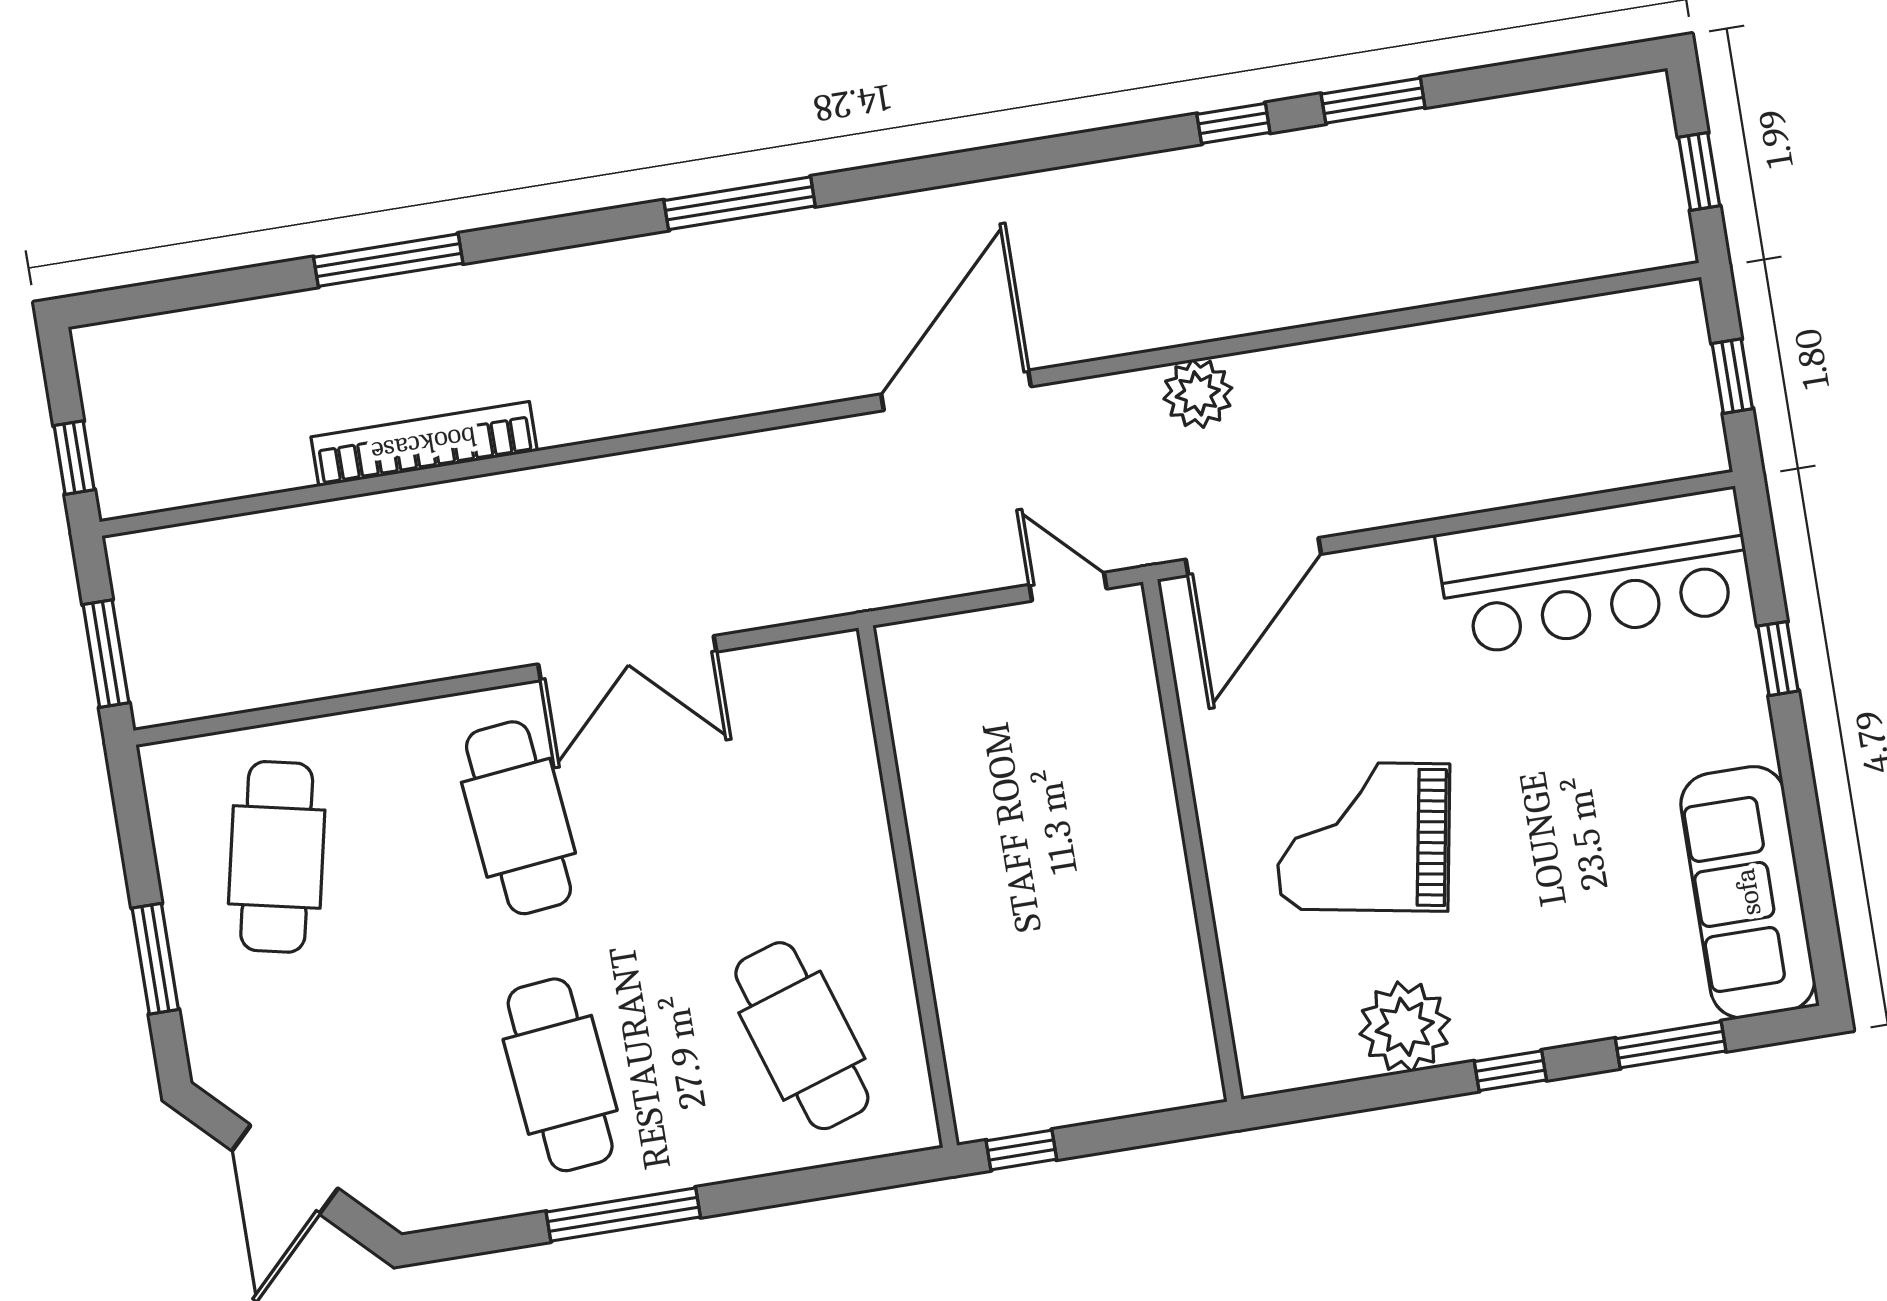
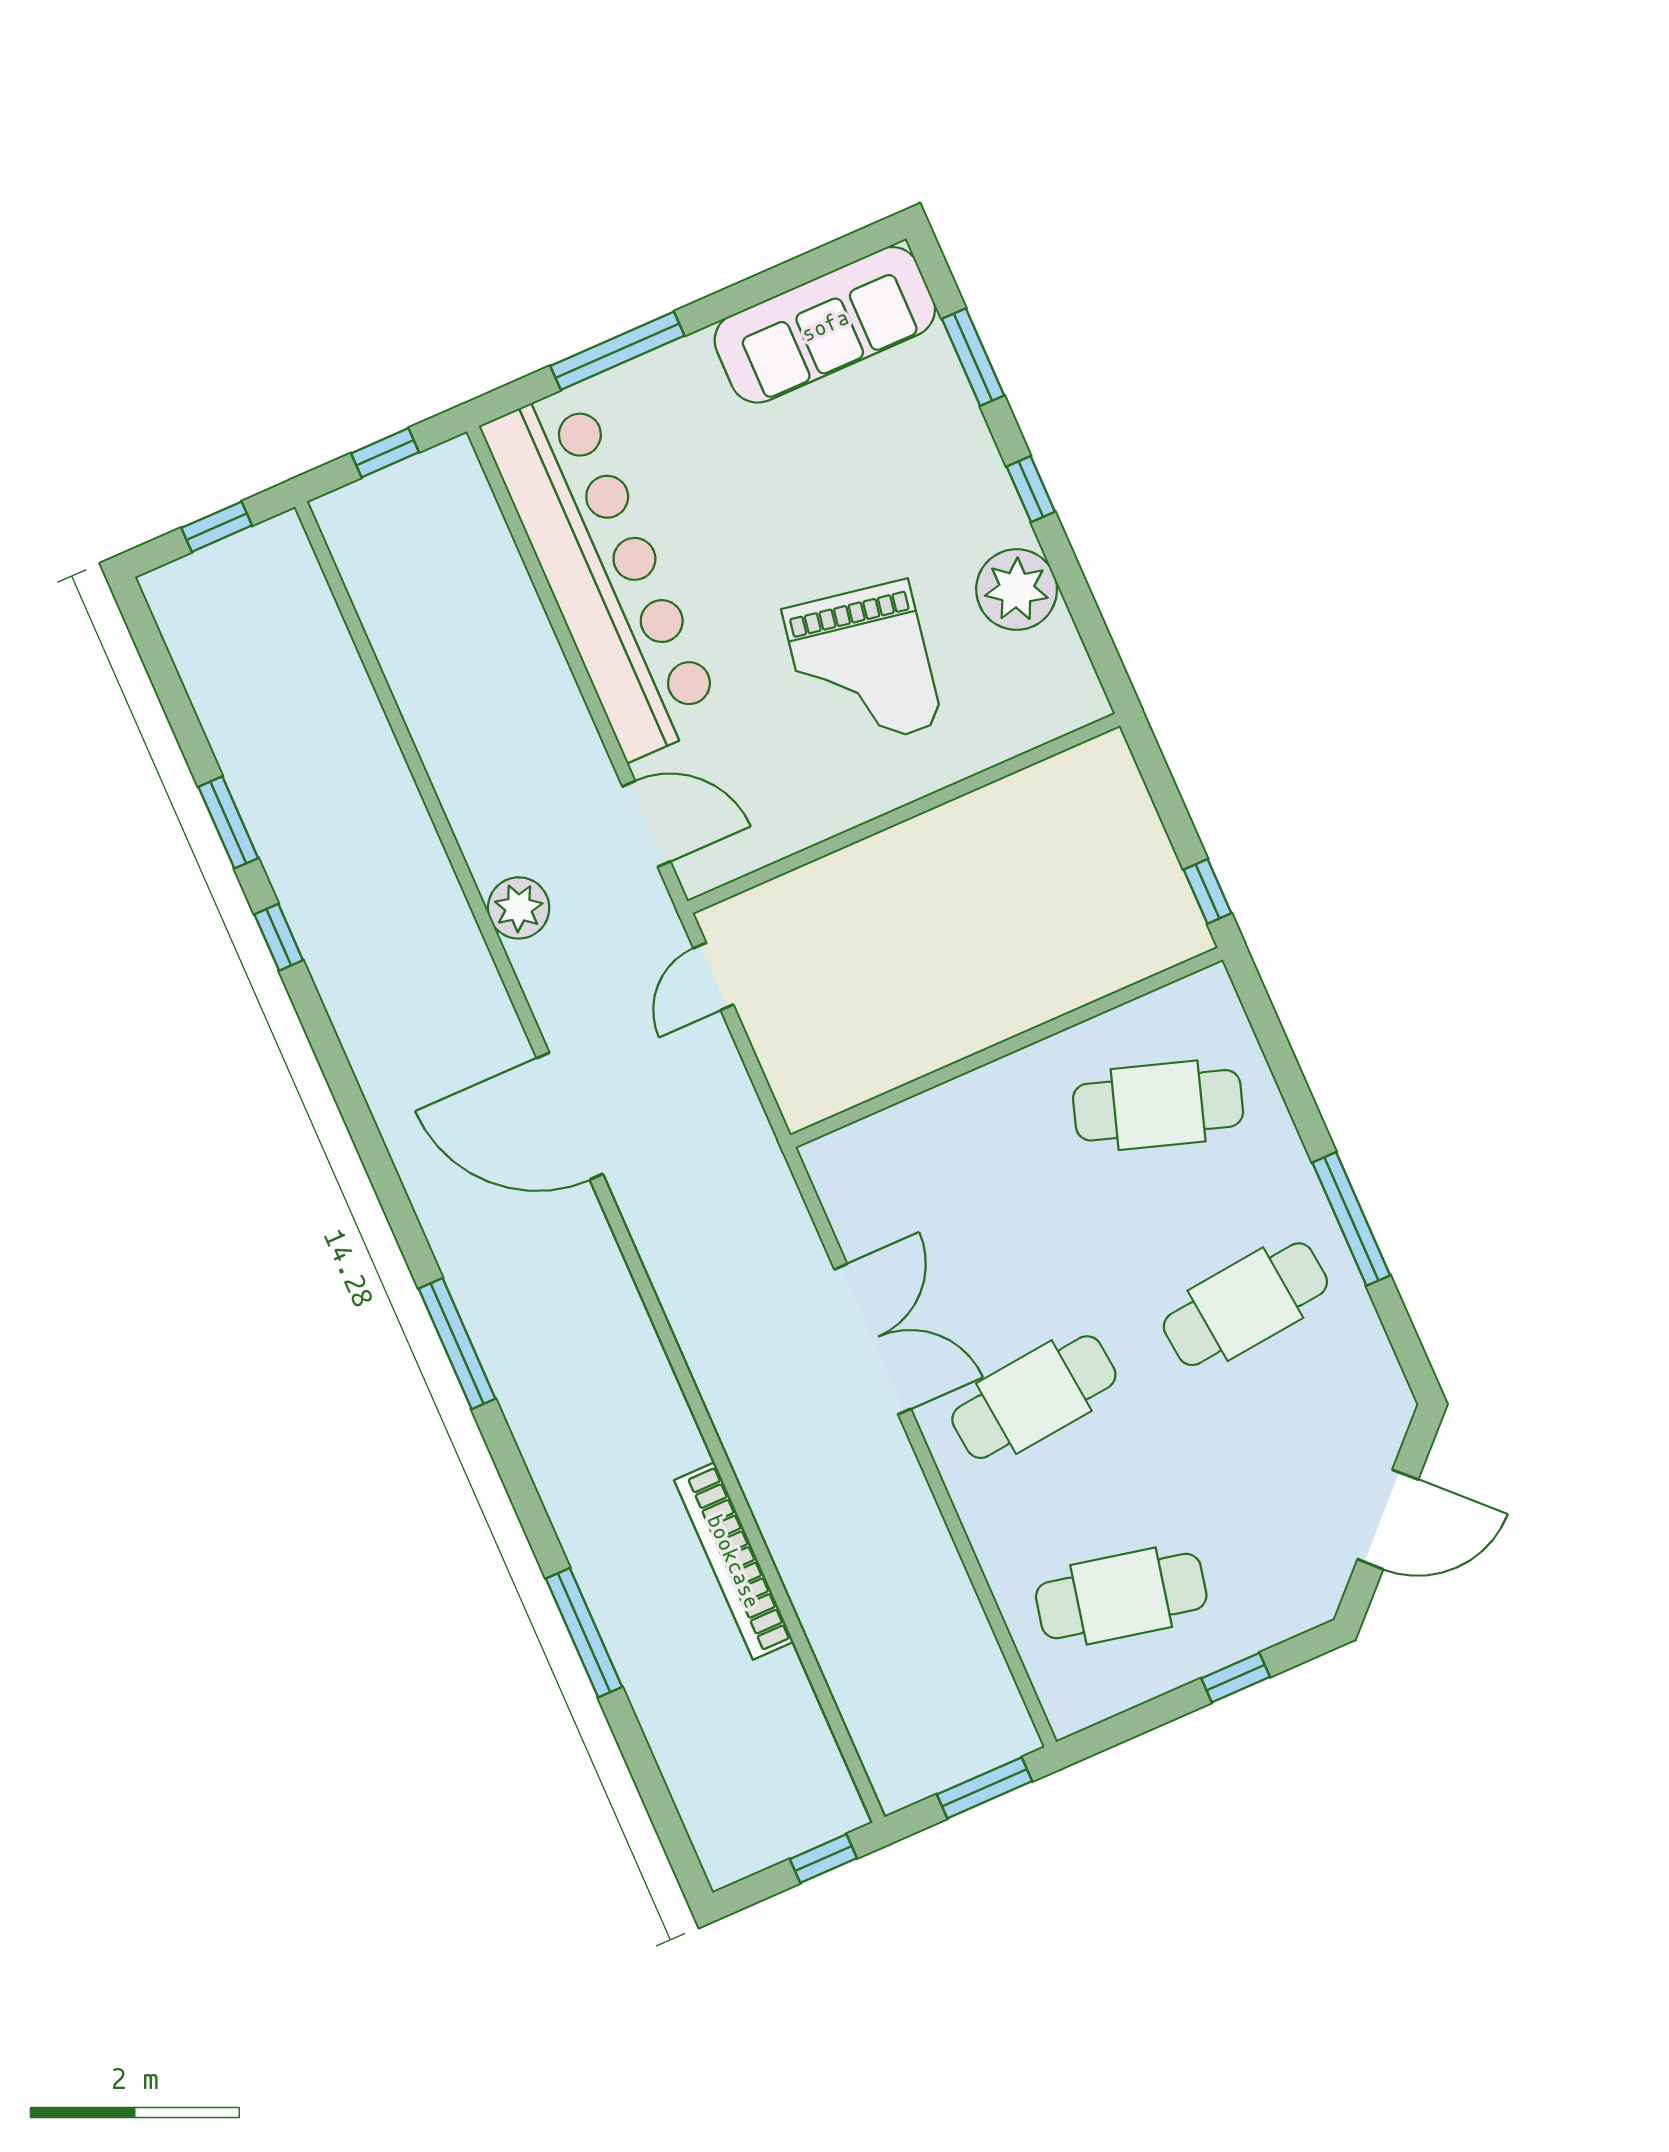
door: (1253, 557) -> (646, 824), width x0.73
bar counter: (1595, 571) -> (603, 573), width x1.36
window: (1778, 659) -> (617, 351), width x2.17
window: (155, 959) -> (1236, 1678), width x0.67
cafe table: (802, 1036) -> (1158, 1105), turned 36

